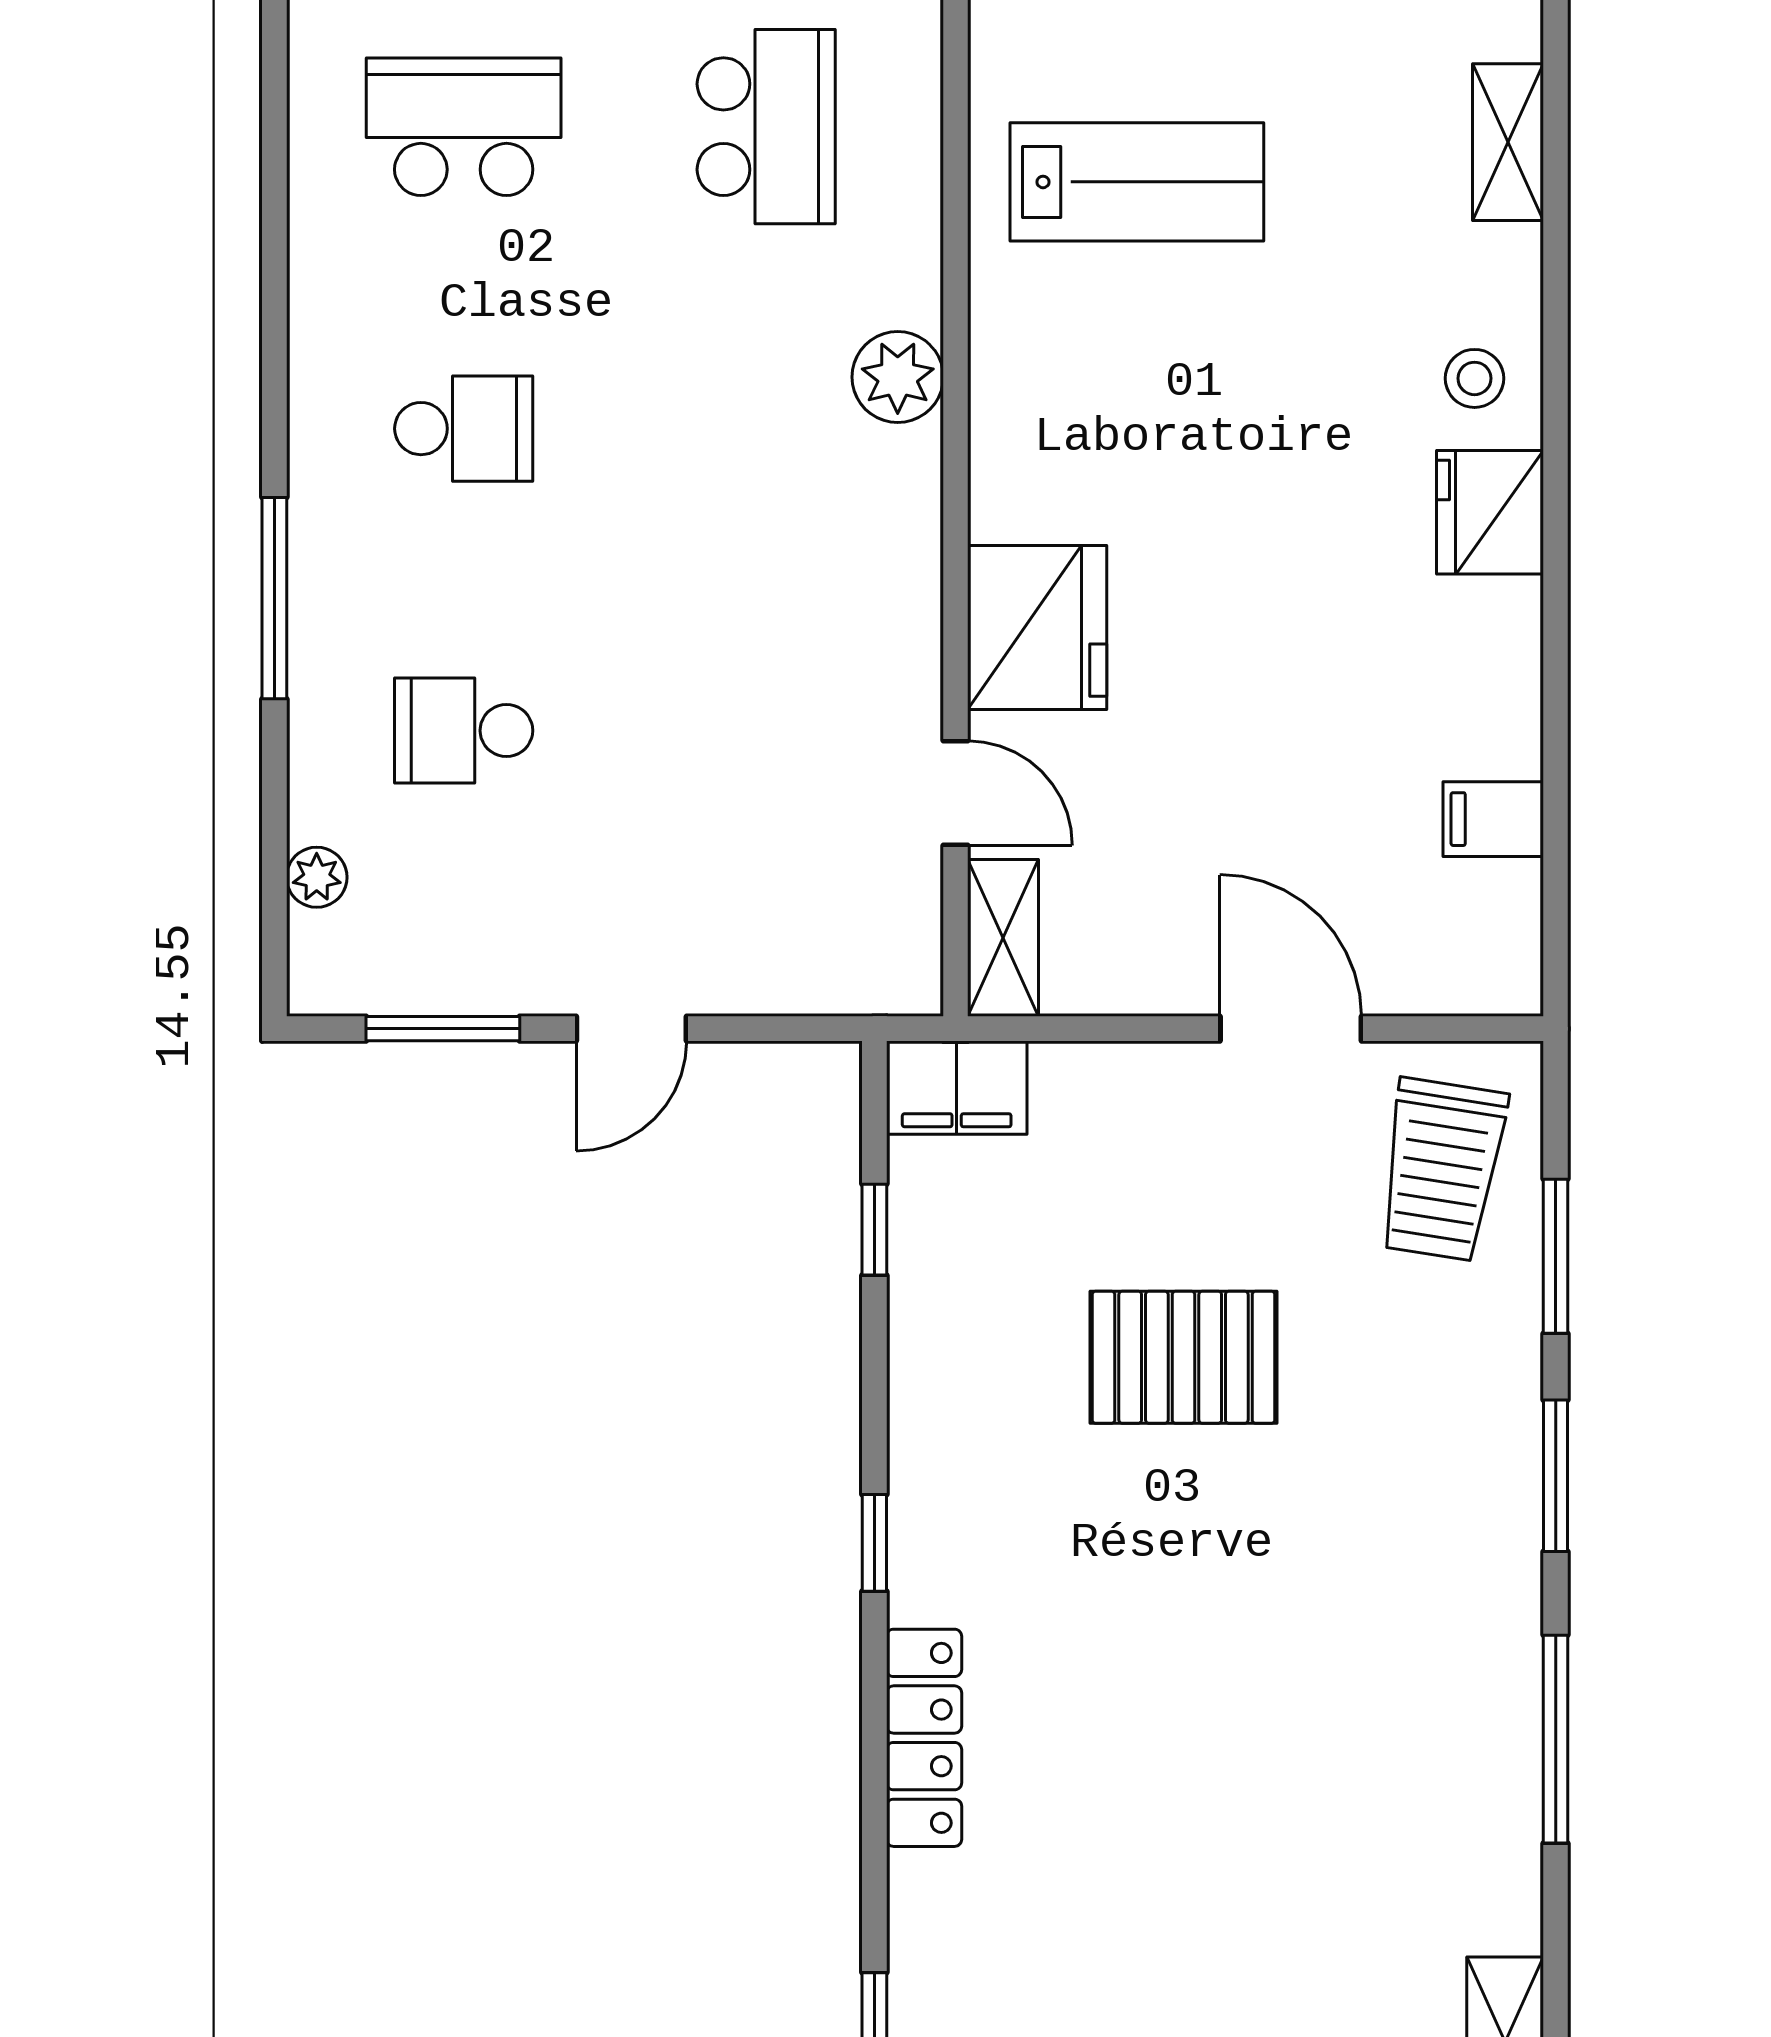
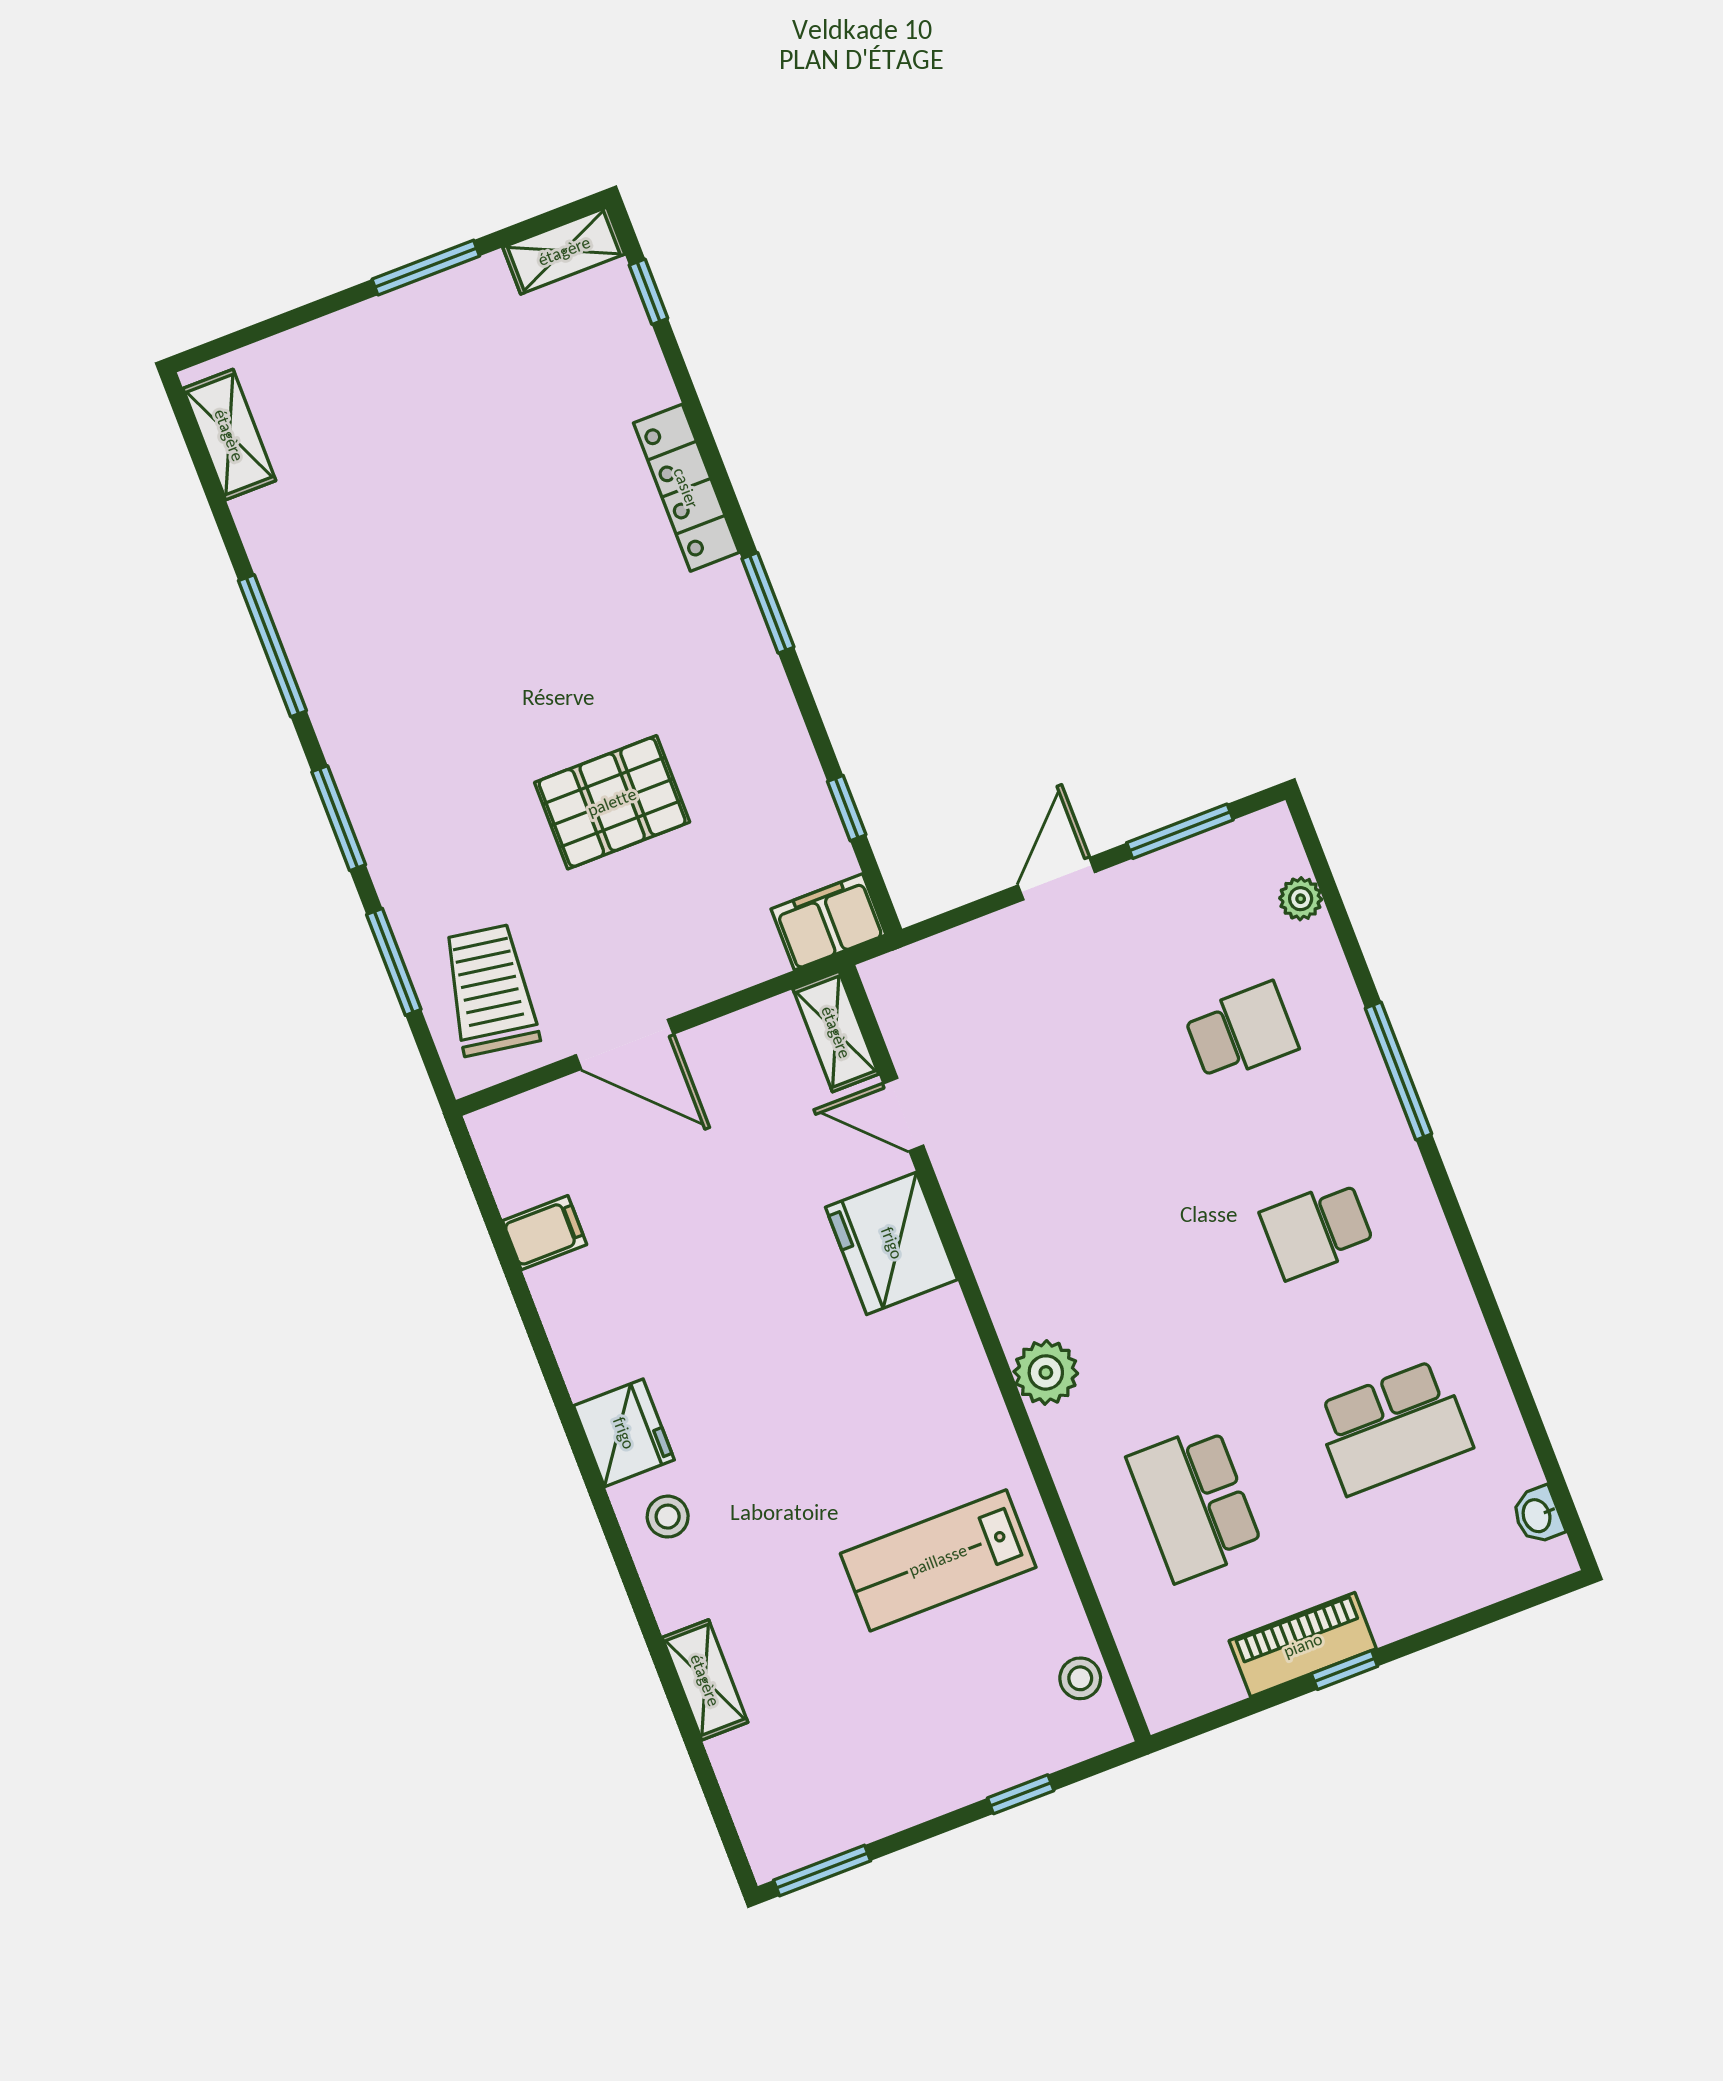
window: (874, 1543) -> (768, 603), width x1.50

